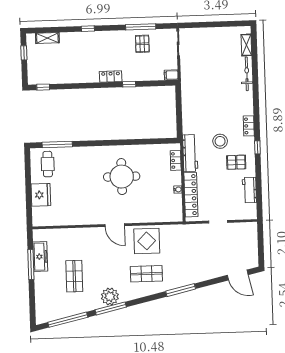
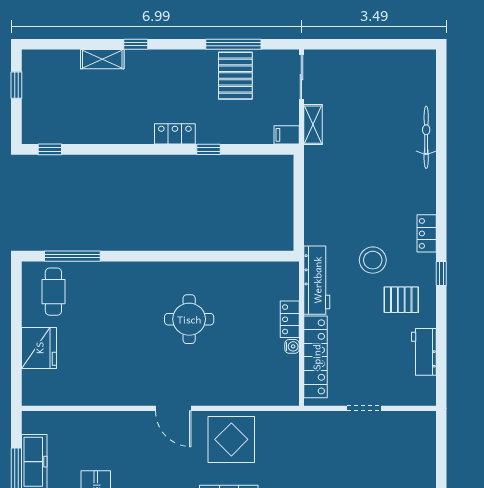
shelving: (47, 38) -> (102, 59), moved
pallet: (142, 44) -> (235, 76), width x1.50, depth x1.42
shelving: (246, 45) -> (313, 125), moved
locker: (176, 160) -> (290, 319), moved
round table: (122, 177) -> (189, 319), width x0.73, depth x0.73

